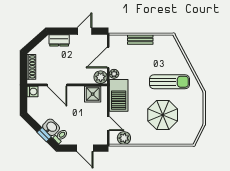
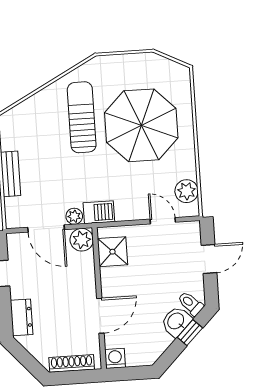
barbecue: (119, 95) -> (99, 212), width x0.53, depth x0.65
parasol: (163, 115) -> (141, 125), width x1.36, depth x1.36
door: (108, 123) -> (163, 221), hinge flipped

